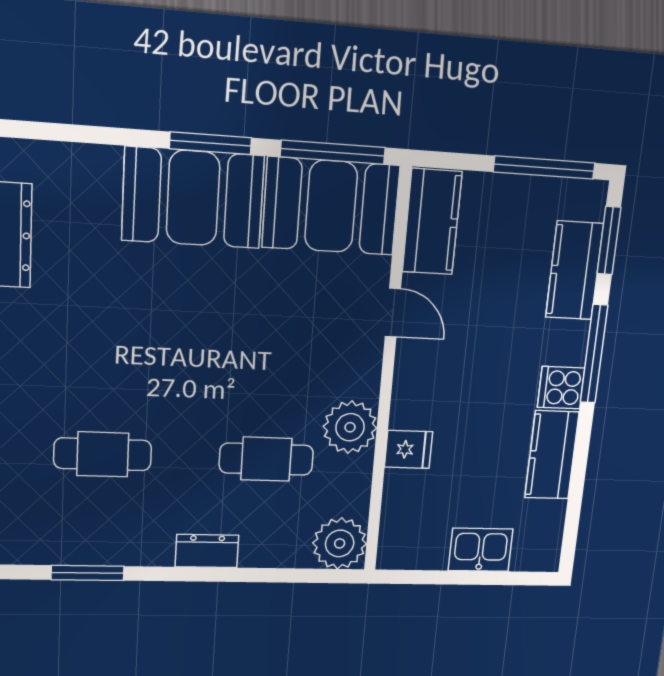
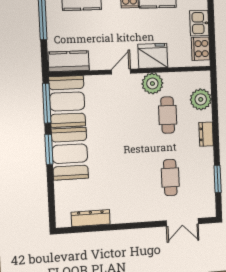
door: (393, 313) -> (121, 72), moved
fridge: (409, 449) -> (153, 56), width x1.88, depth x1.34
plant: (340, 543) -> (201, 99), moved
cooker: (420, 549) -> (201, 49), added

